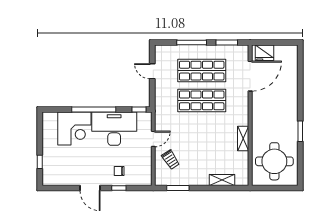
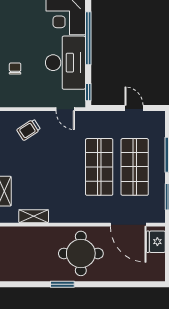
door: (152, 71) -> (134, 108), hinge flipped
door: (153, 139) -> (65, 109), moved
shelving: (243, 139) -> (34, 216), moved
round table: (274, 161) -> (81, 253), moved

